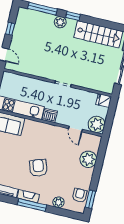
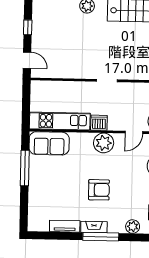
door: (75, 129) -> (134, 132), hinge flipped
plant: (50, 132) -> (104, 143), added
armchair: (38, 168) -> (99, 190), turned 109

